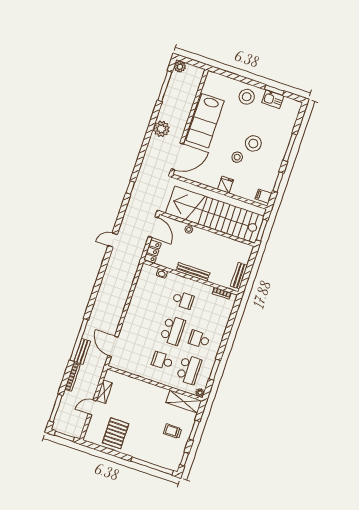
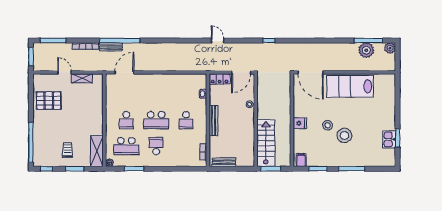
stool: (247, 97) -> (383, 116), removed
plant: (161, 129) -> (366, 50), moved
stairs: (215, 215) -> (266, 143), width x0.54, depth x0.66
school desk: (162, 361) -> (126, 120), turned 180

